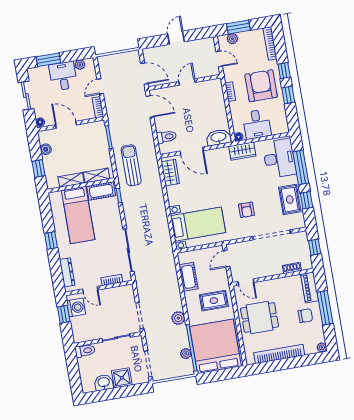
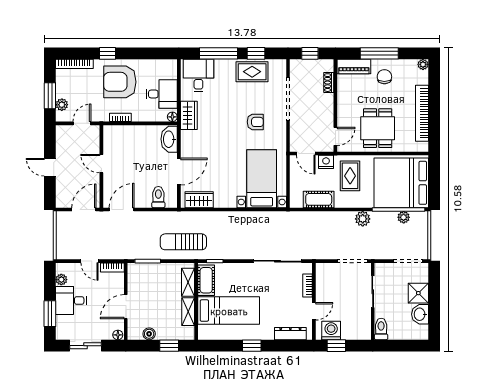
window: (288, 95) -> (135, 53), removed
desk: (279, 158) -> (198, 75), width x0.73
nightstand: (222, 278) -> (326, 162), added

